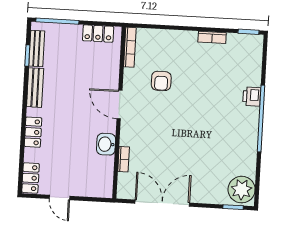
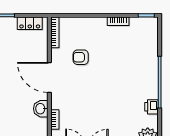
armchair: (161, 81) -> (81, 57), turned 90
printer: (252, 97) -> (151, 107), moved
door: (119, 105) -> (49, 77), width x1.36

